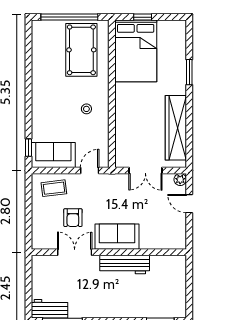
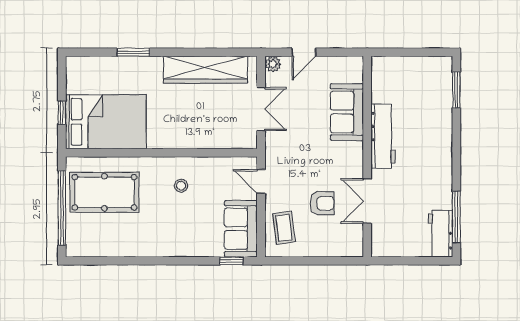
sofa: (117, 237) -> (347, 112), moved

